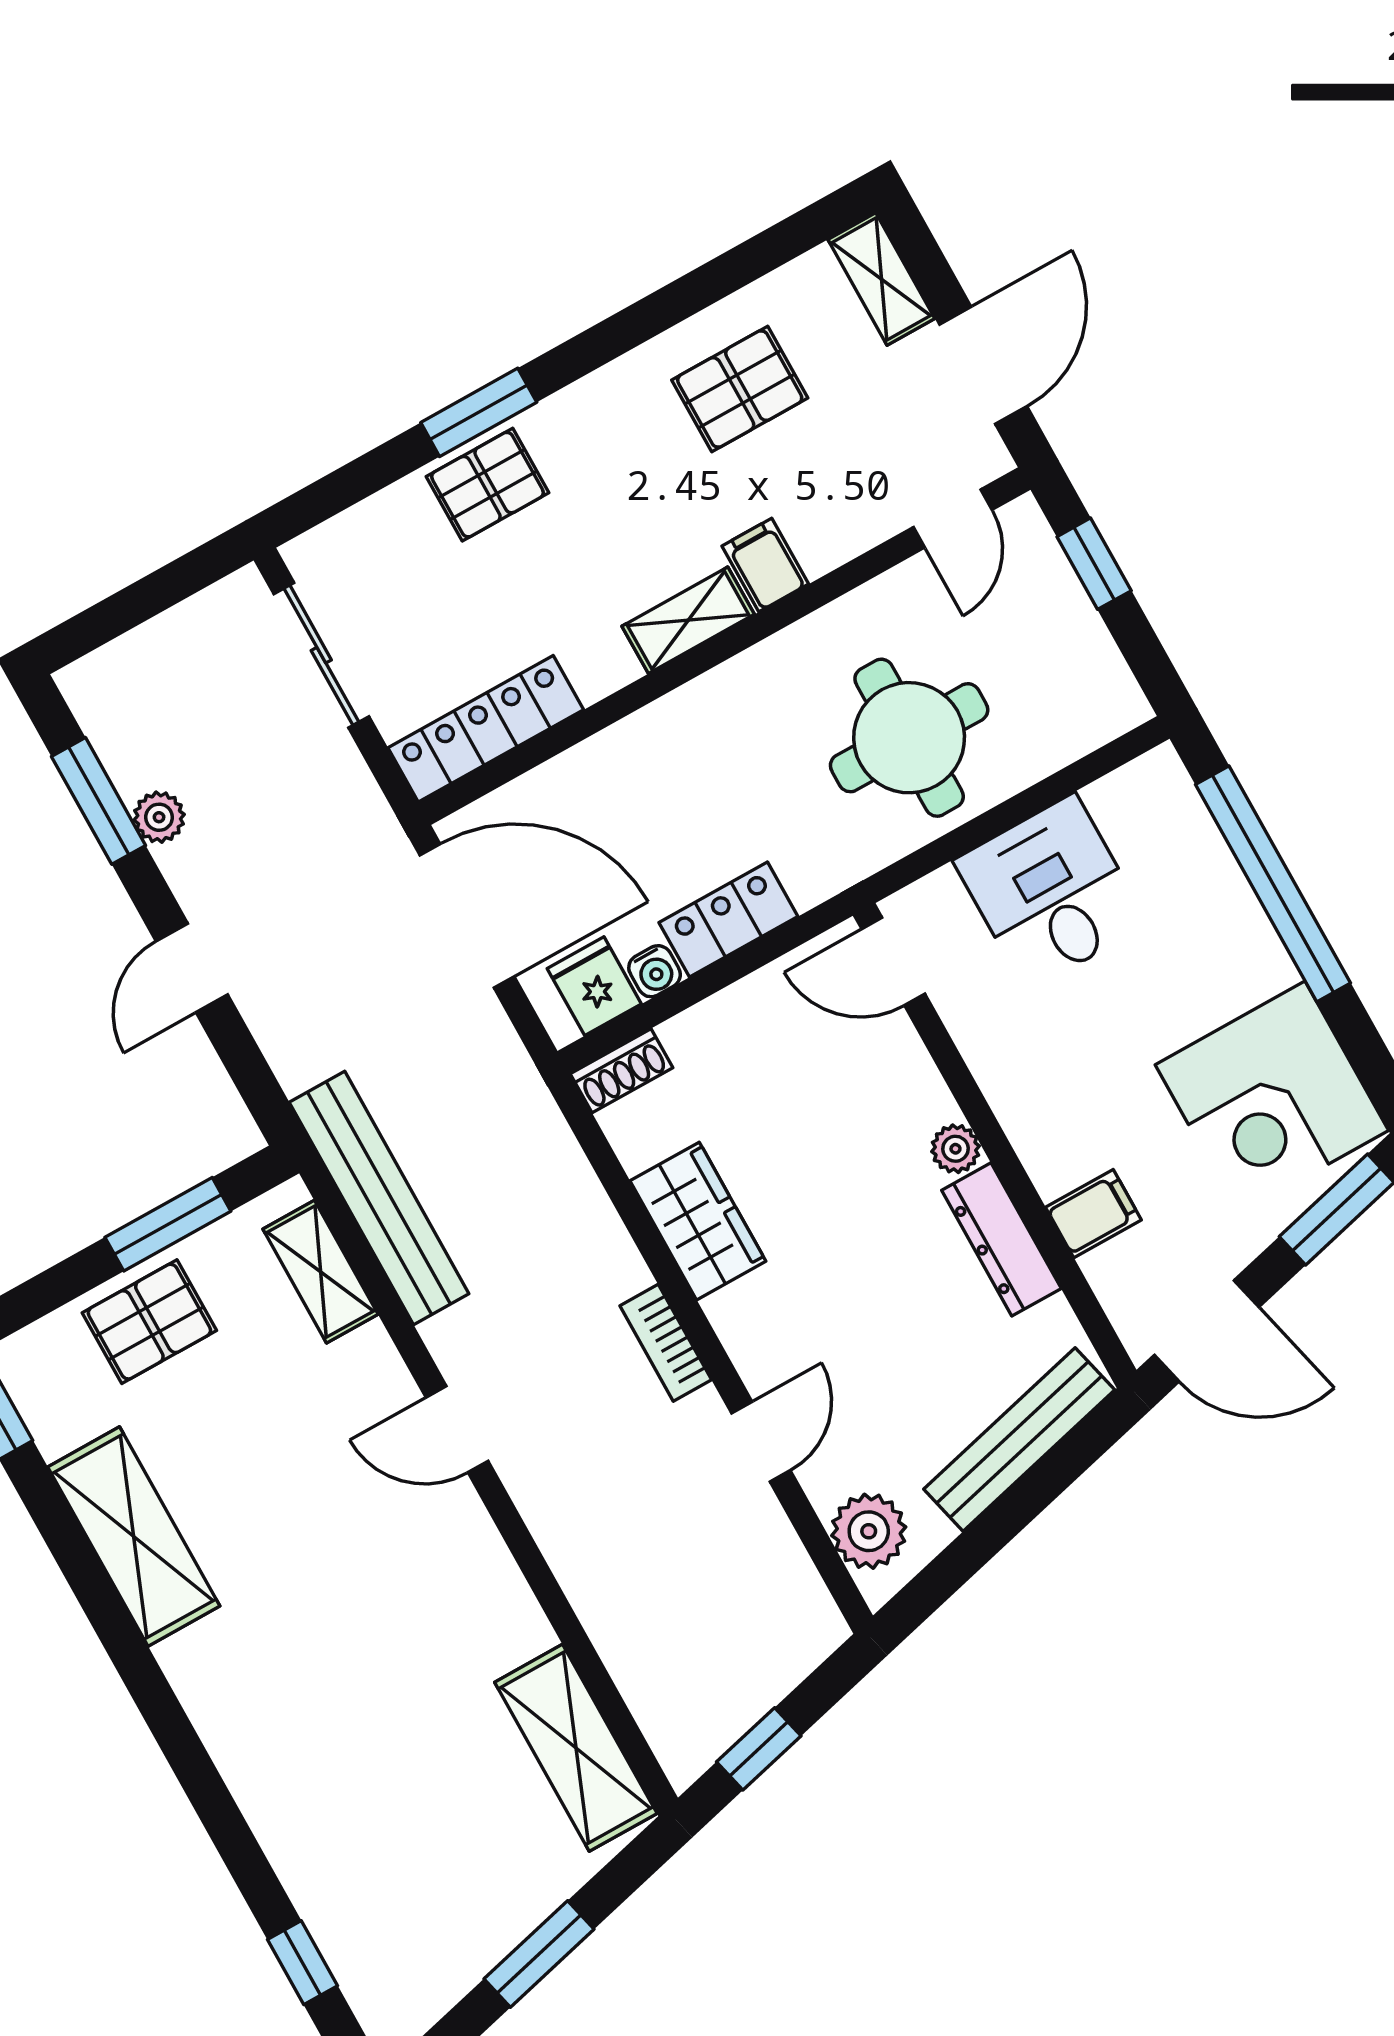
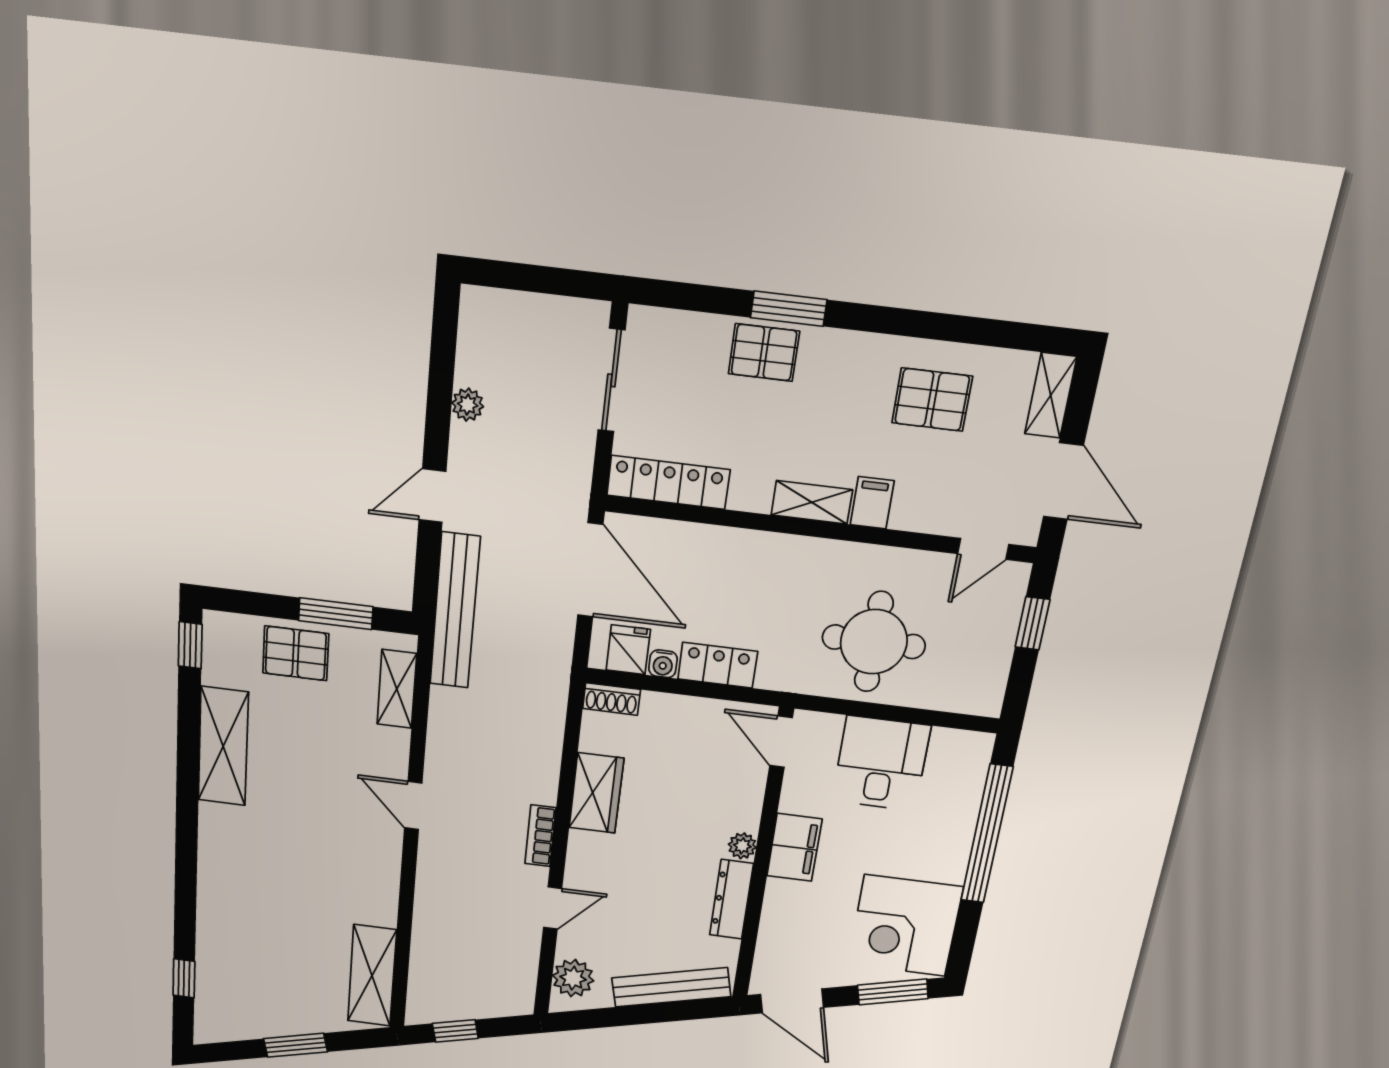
door: (983, 365) -> (1063, 481), hinge flipped
window: (99, 801) -> (441, 372), removed
bench: (379, 1198) -> (455, 611), moved
filing cabinet: (1093, 1214) -> (794, 847), moved, width x2.00

